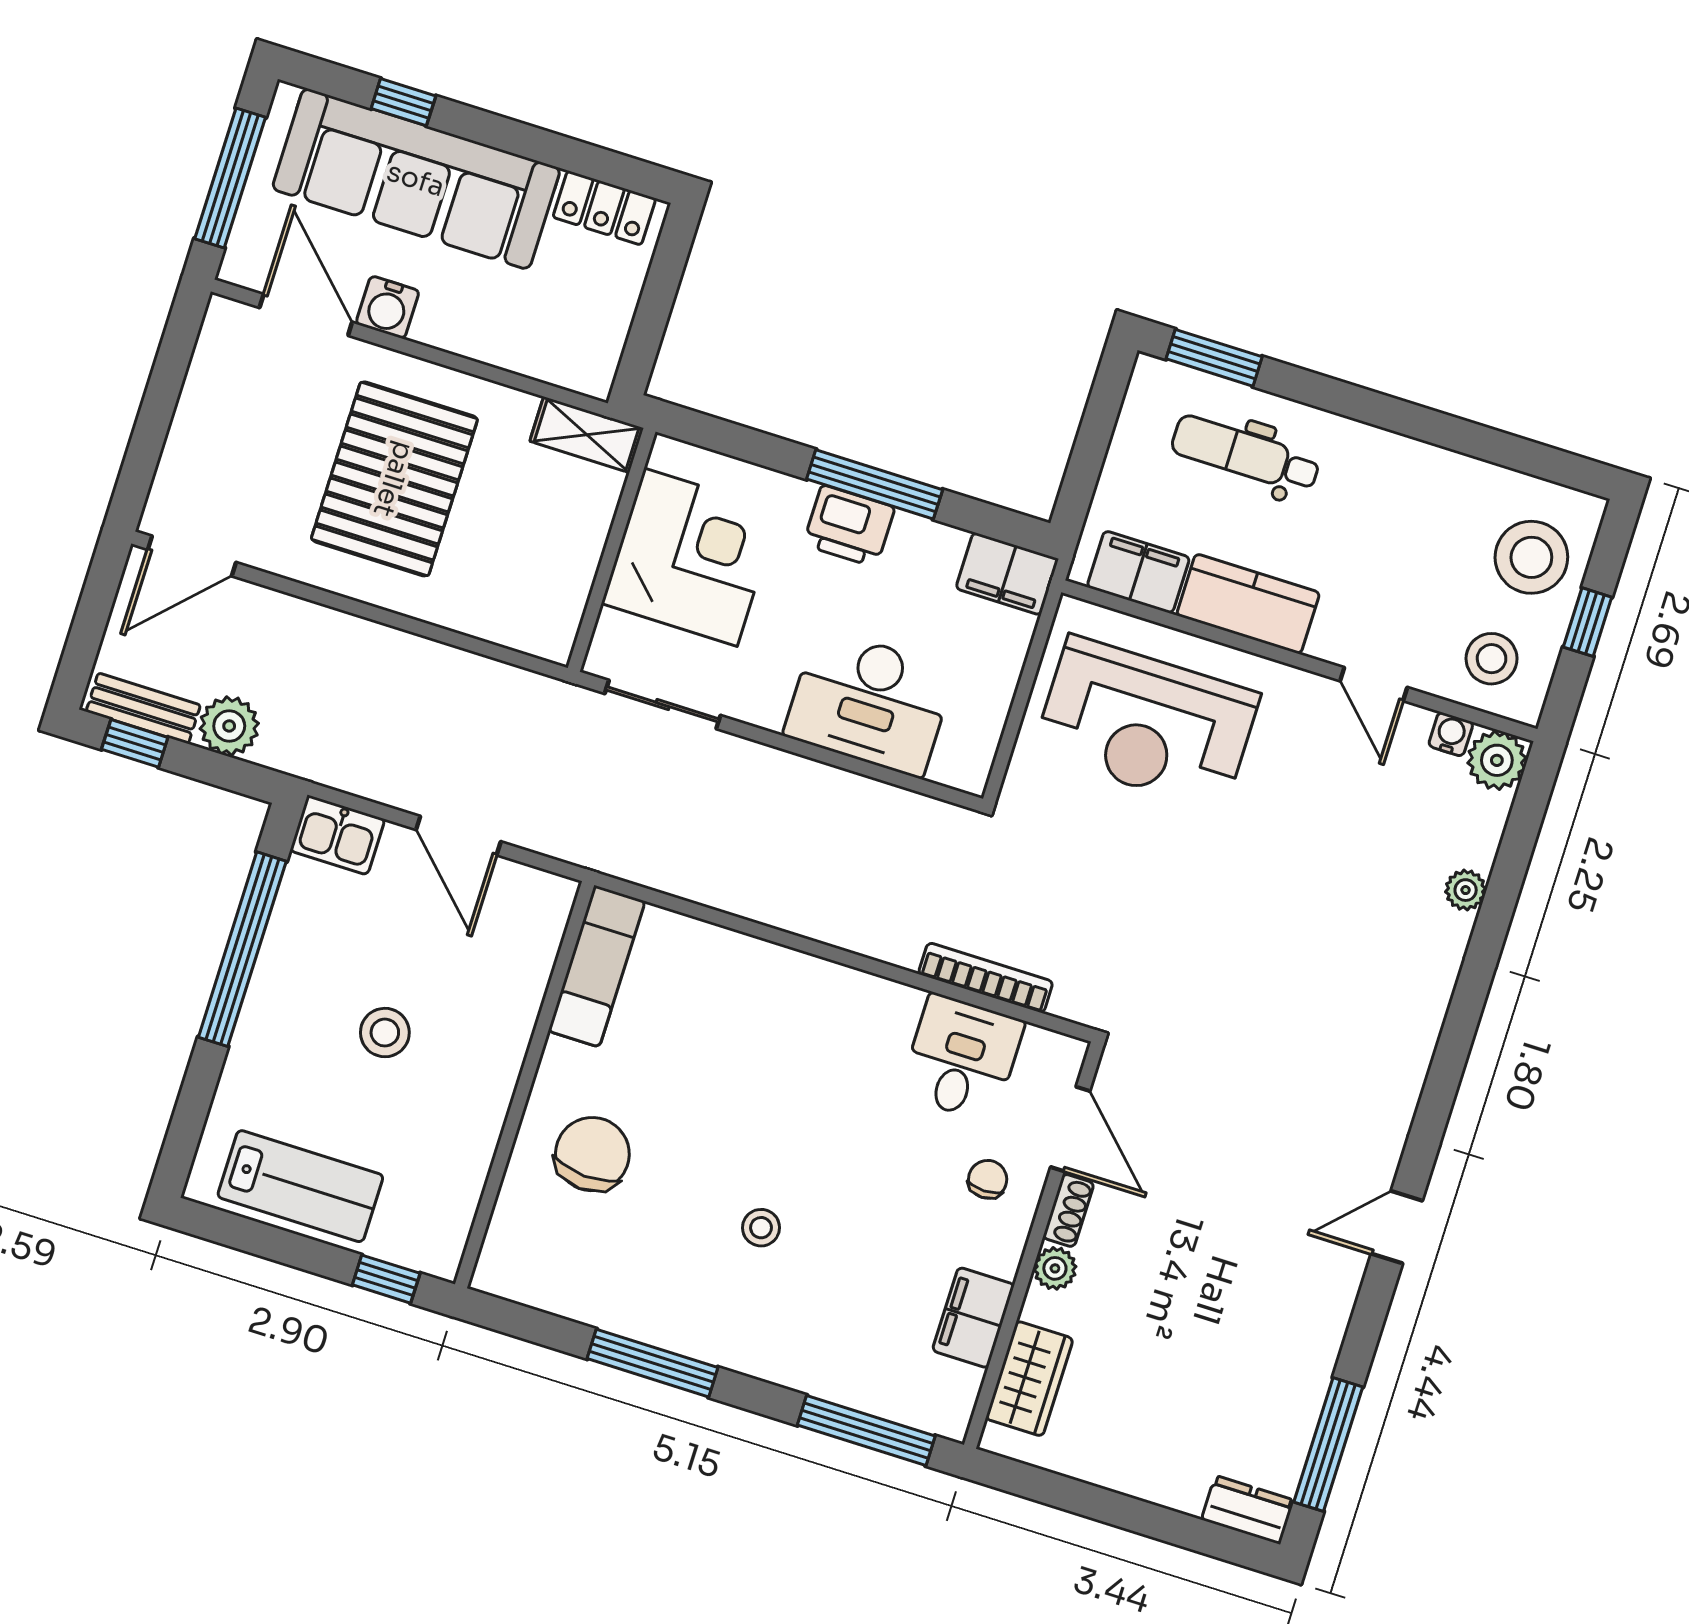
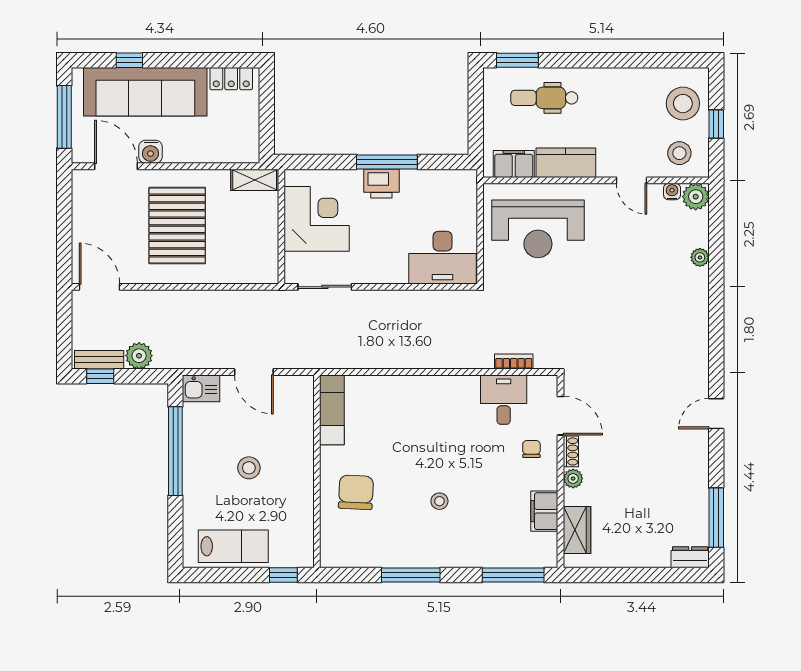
door: (192, 556) -> (99, 287), swing flipped
filing cabinet: (1007, 574) -> (457, 183), removed
desk: (869, 702) -> (442, 258), moved
bookcase: (986, 978) -> (514, 361), width x0.64

